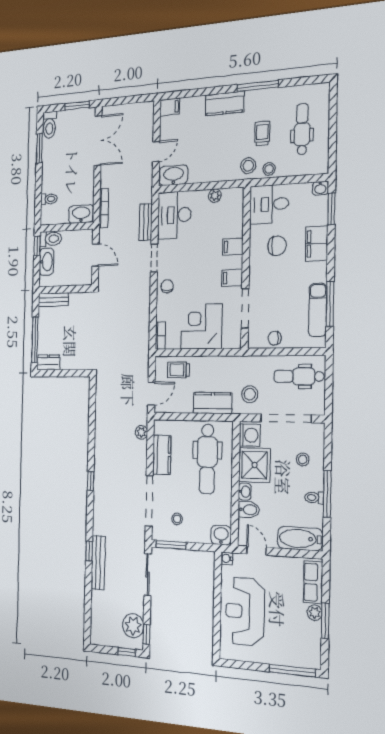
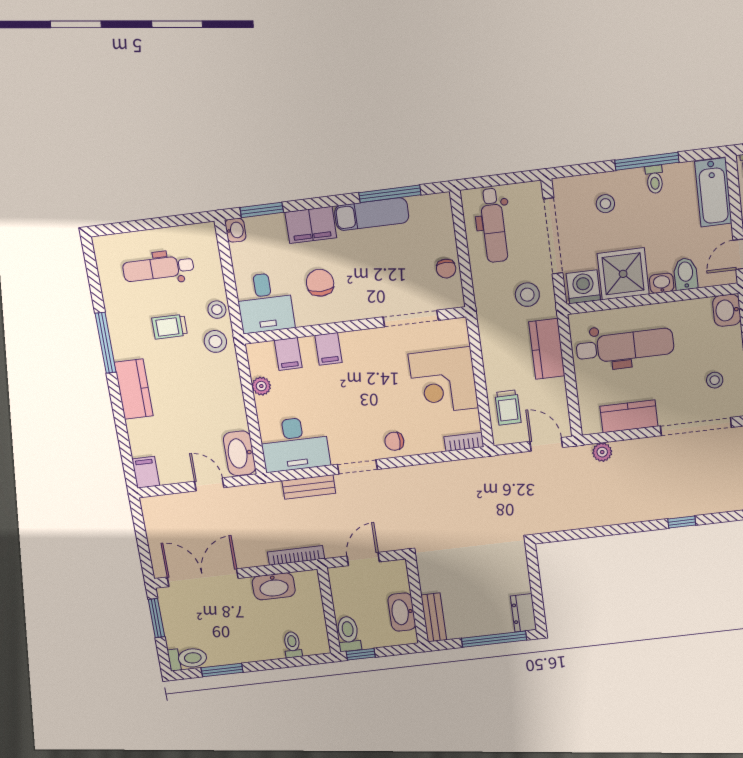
washbasin: (81, 214) -> (274, 586), moved, turned -90
washbasin: (46, 262) -> (402, 612), moved, turned -90
filing cabinet: (232, 278) -> (288, 354), moved
exam couch: (318, 310) -> (372, 214), moved

